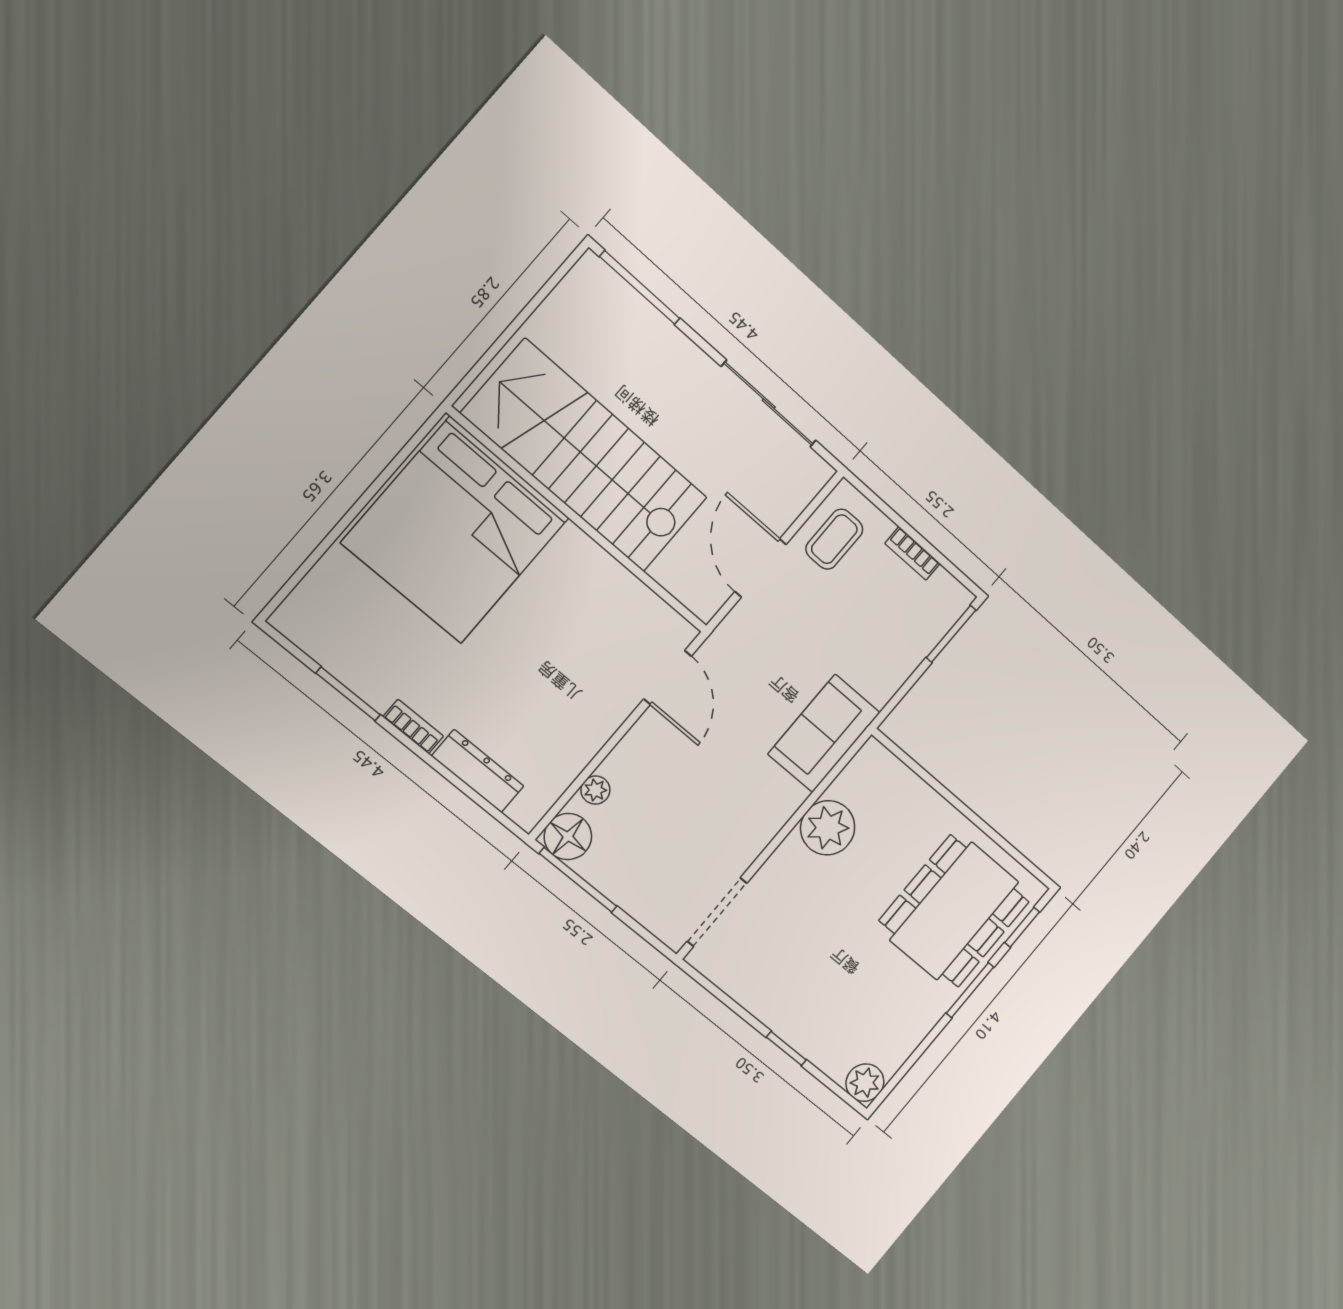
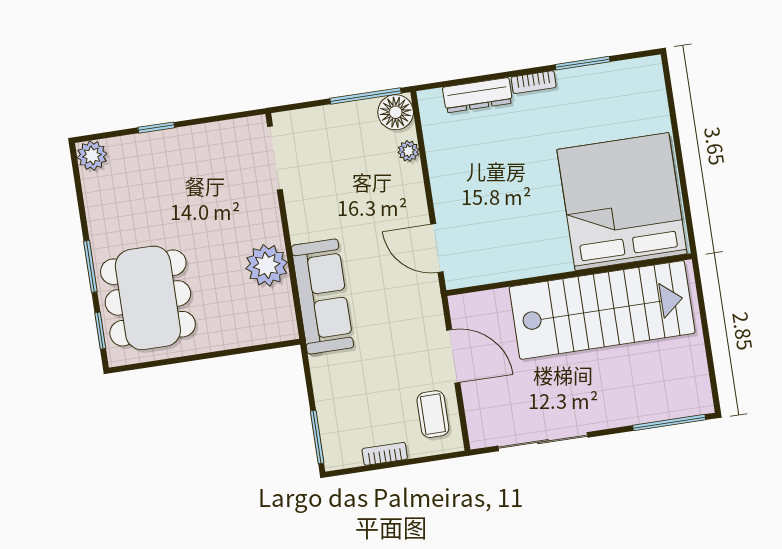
sofa: (824, 733) -> (322, 297), width x1.36

